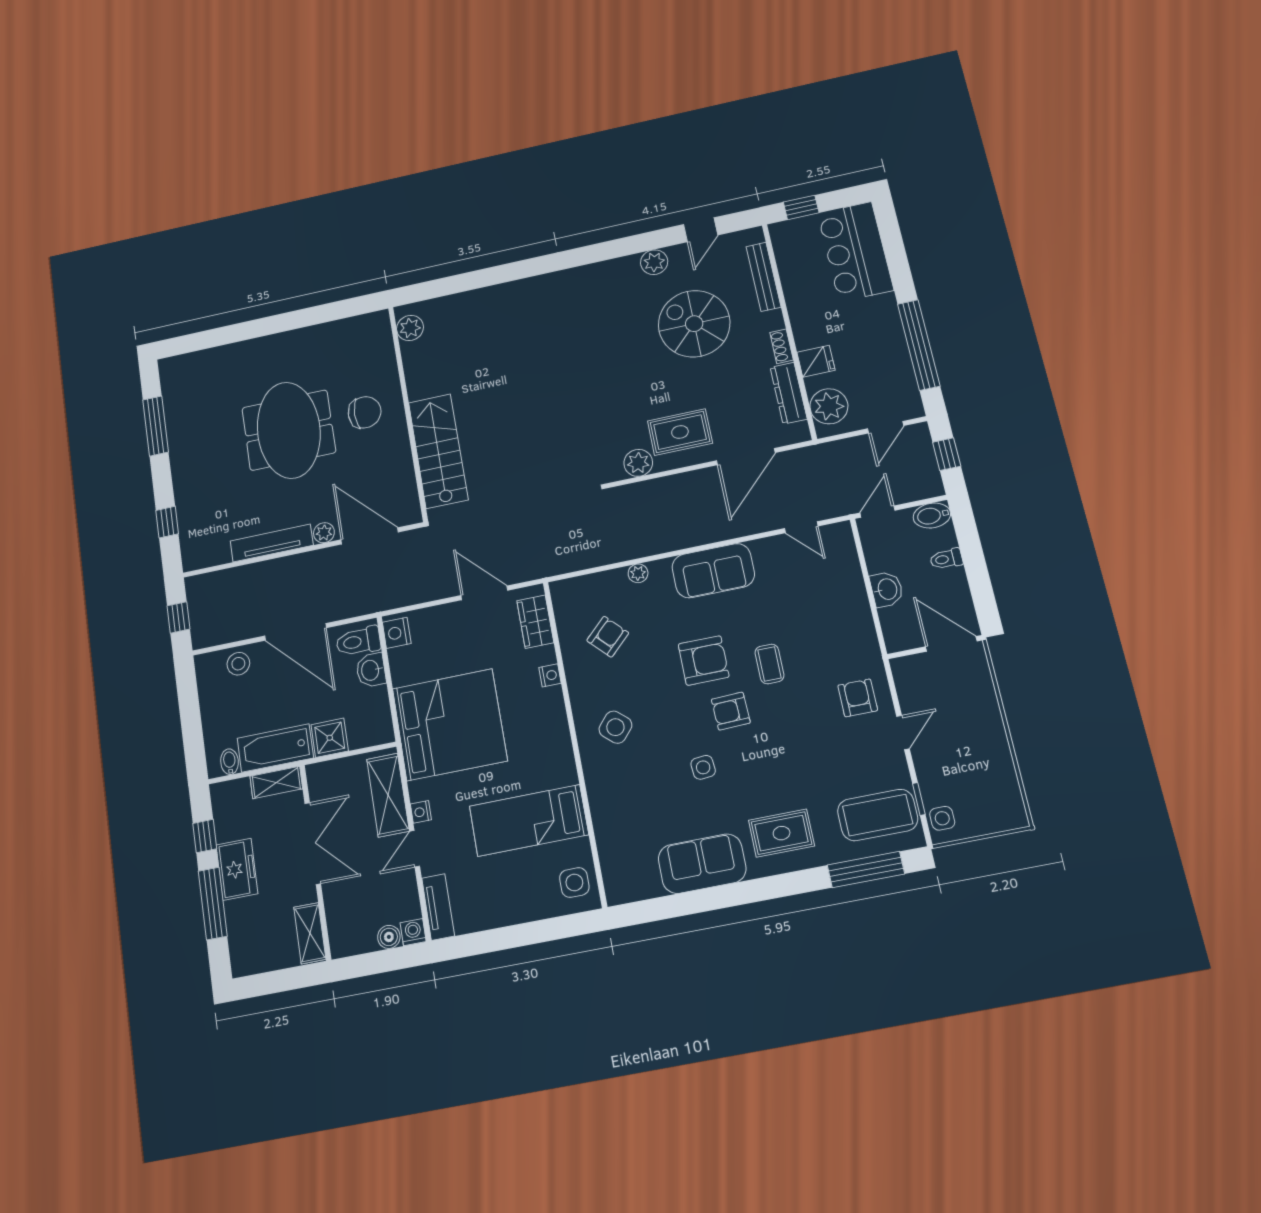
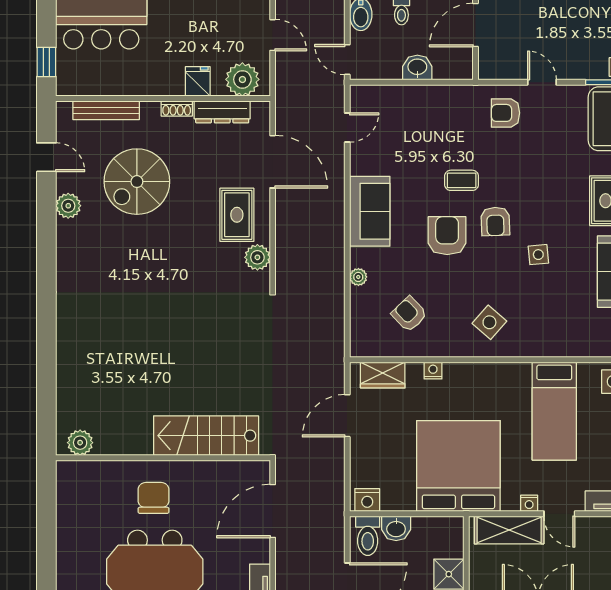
plant: (324, 533) -> (261, 552), removed

